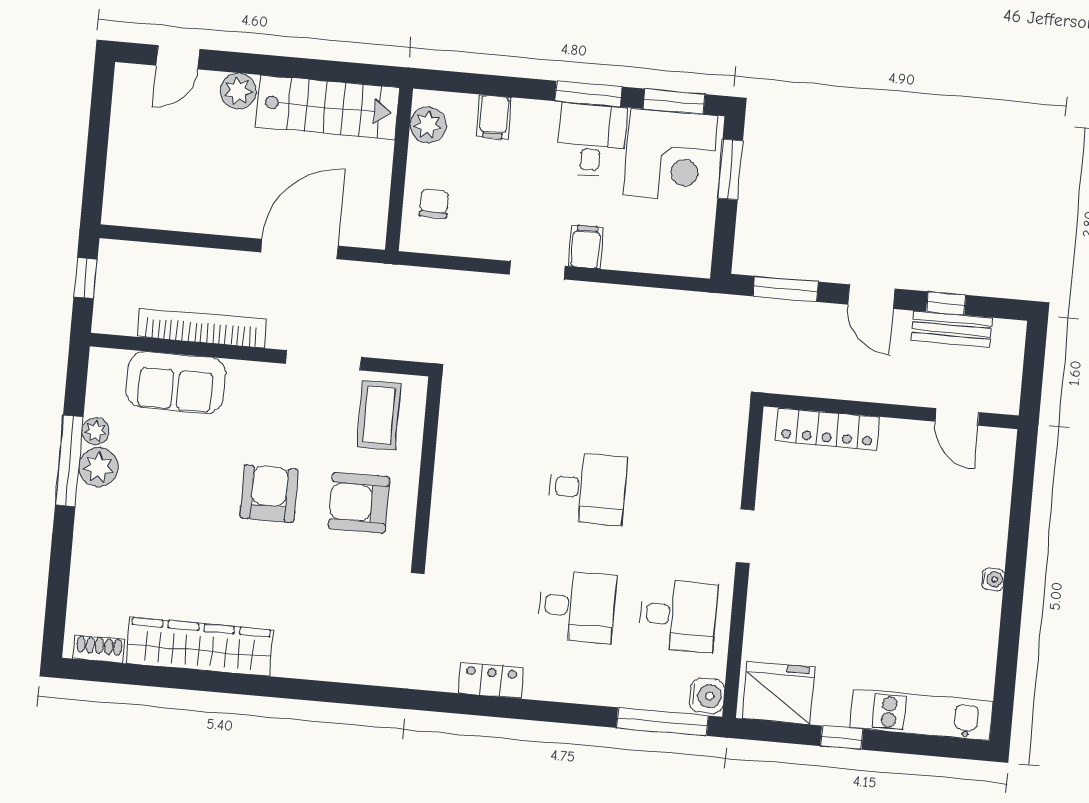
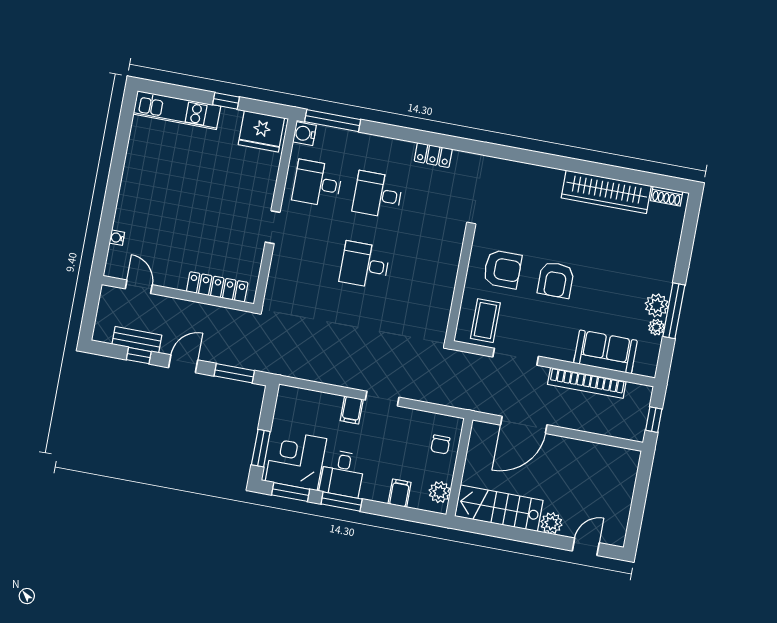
door: (871, 297) -> (183, 364), hinge flipped
water cooler: (993, 579) -> (117, 238), moved

